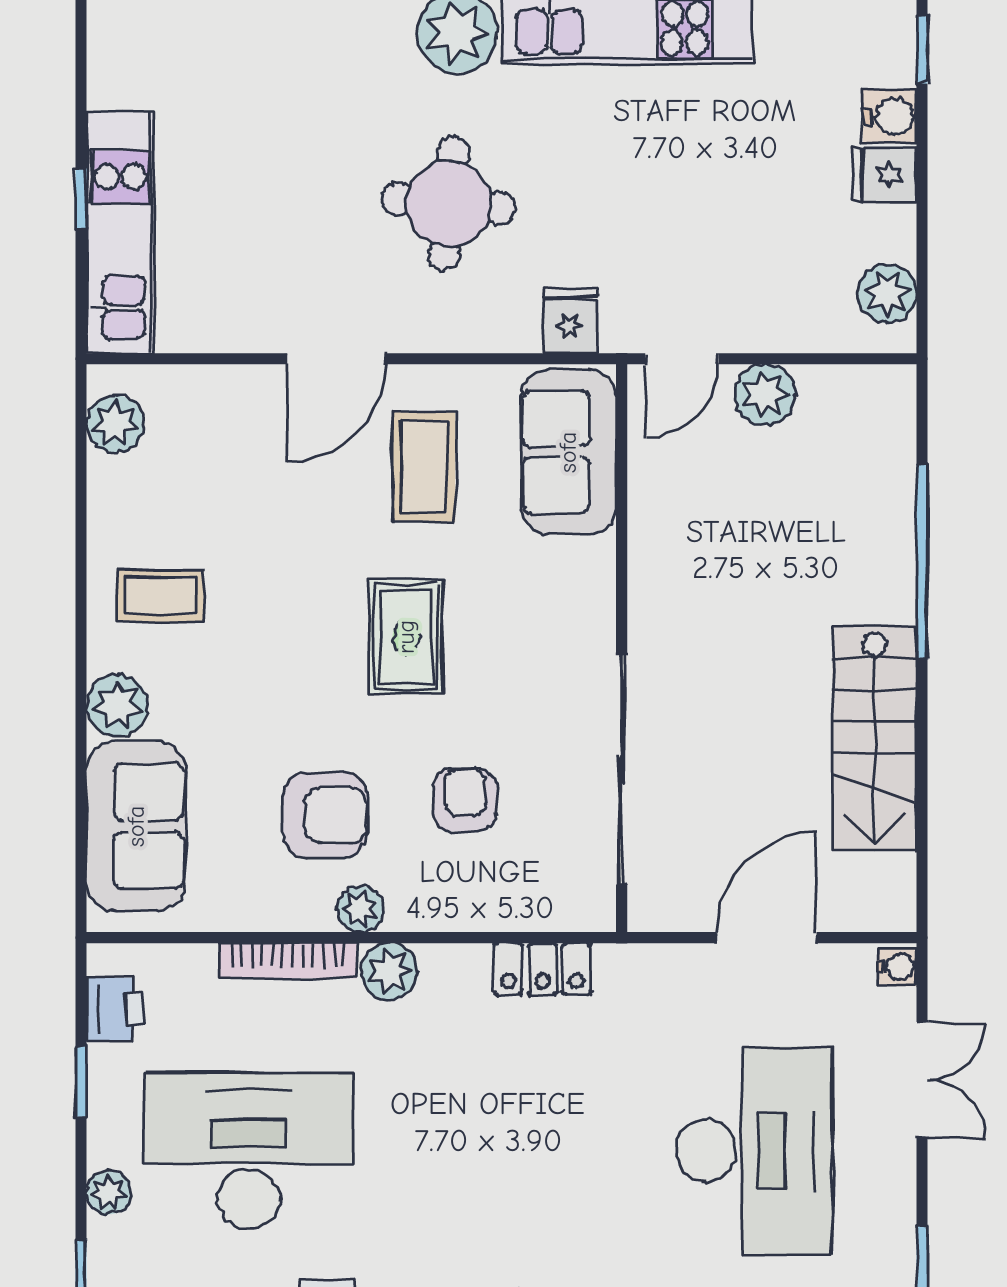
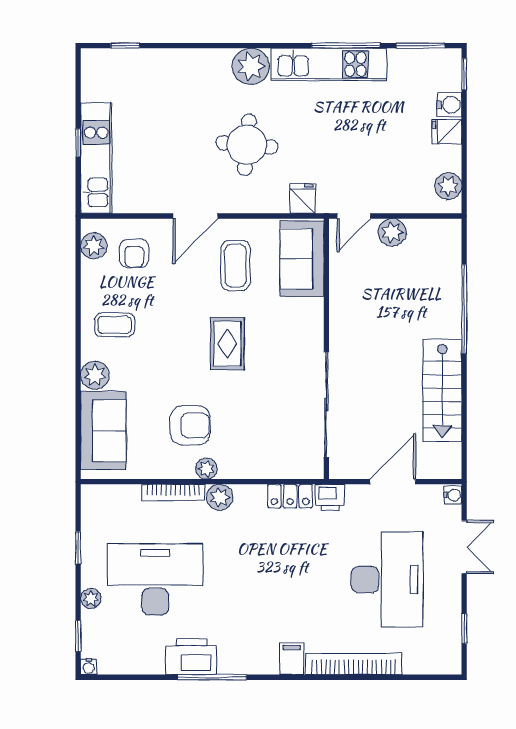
armchair: (465, 800) -> (134, 253), moved, turned 180
printer: (115, 1009) -> (330, 497), moved, turned 90

